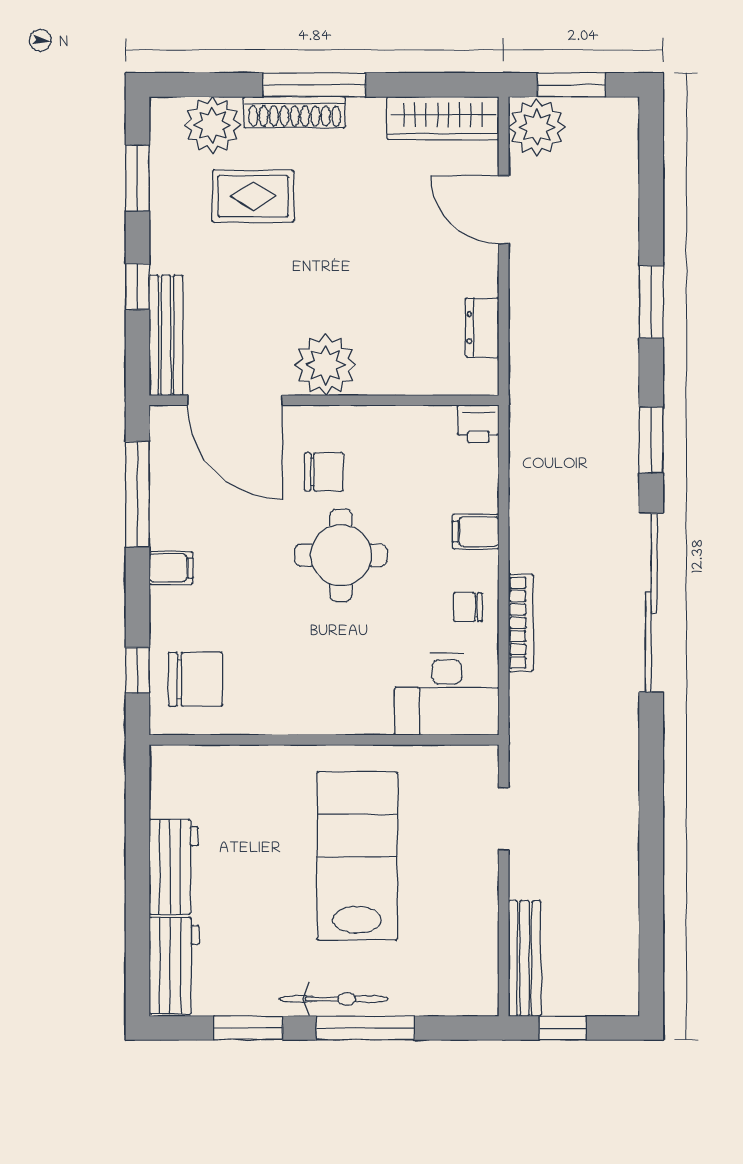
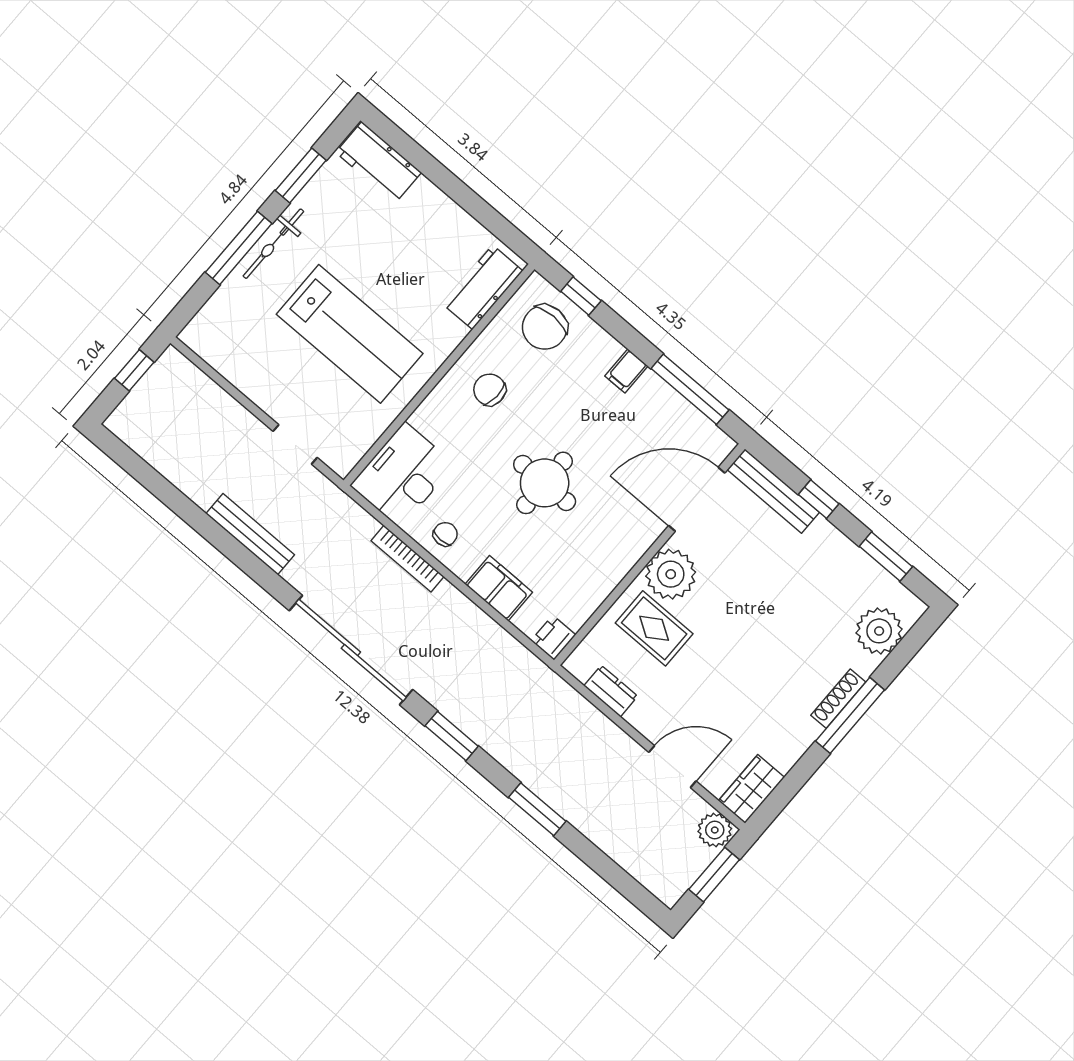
shoe rack: (295, 112) -> (838, 699), width x0.74, depth x0.81
wardrobe: (443, 118) -> (751, 789), width x0.67
plant: (537, 127) -> (715, 830), width x0.73, depth x0.73
rug: (253, 196) -> (654, 628), moved, turned 90
chair: (324, 472) -> (490, 390), moved, turned 93
filing cabinet: (476, 532) -> (499, 588), width x2.00
workbench: (174, 867) -> (482, 287), moved, turned 90
bench: (525, 958) -> (250, 534), moved

